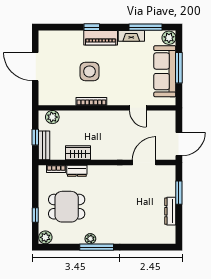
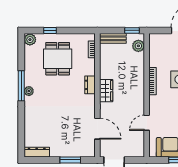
window: (35, 137) -> (132, 30), moved
wardrobe: (78, 153) -> (106, 91), moved
dresser: (77, 171) -> (90, 85), moved
dresser: (170, 211) -> (37, 152), moved
plant: (90, 239) -> (29, 91), moved

